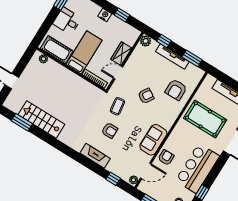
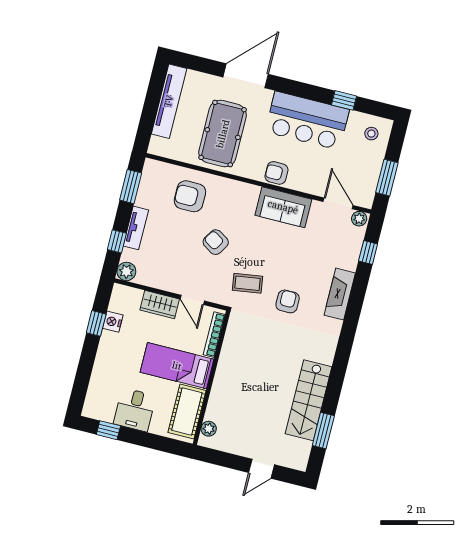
nightstand: (105, 15) -> (113, 322), moved
tv unit: (172, 57) -> (136, 228), width x0.71
armchair: (176, 90) -> (190, 196), turned 180
armchair: (110, 130) -> (288, 301), moved
armchair: (166, 157) -> (276, 173), moved

